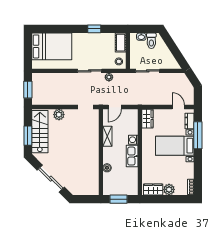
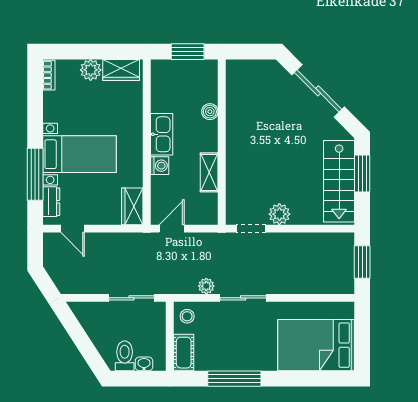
window: (94, 29) -> (234, 379), width x2.17
door: (115, 107) -> (172, 229), moved
plant: (59, 115) -> (279, 214), moved

